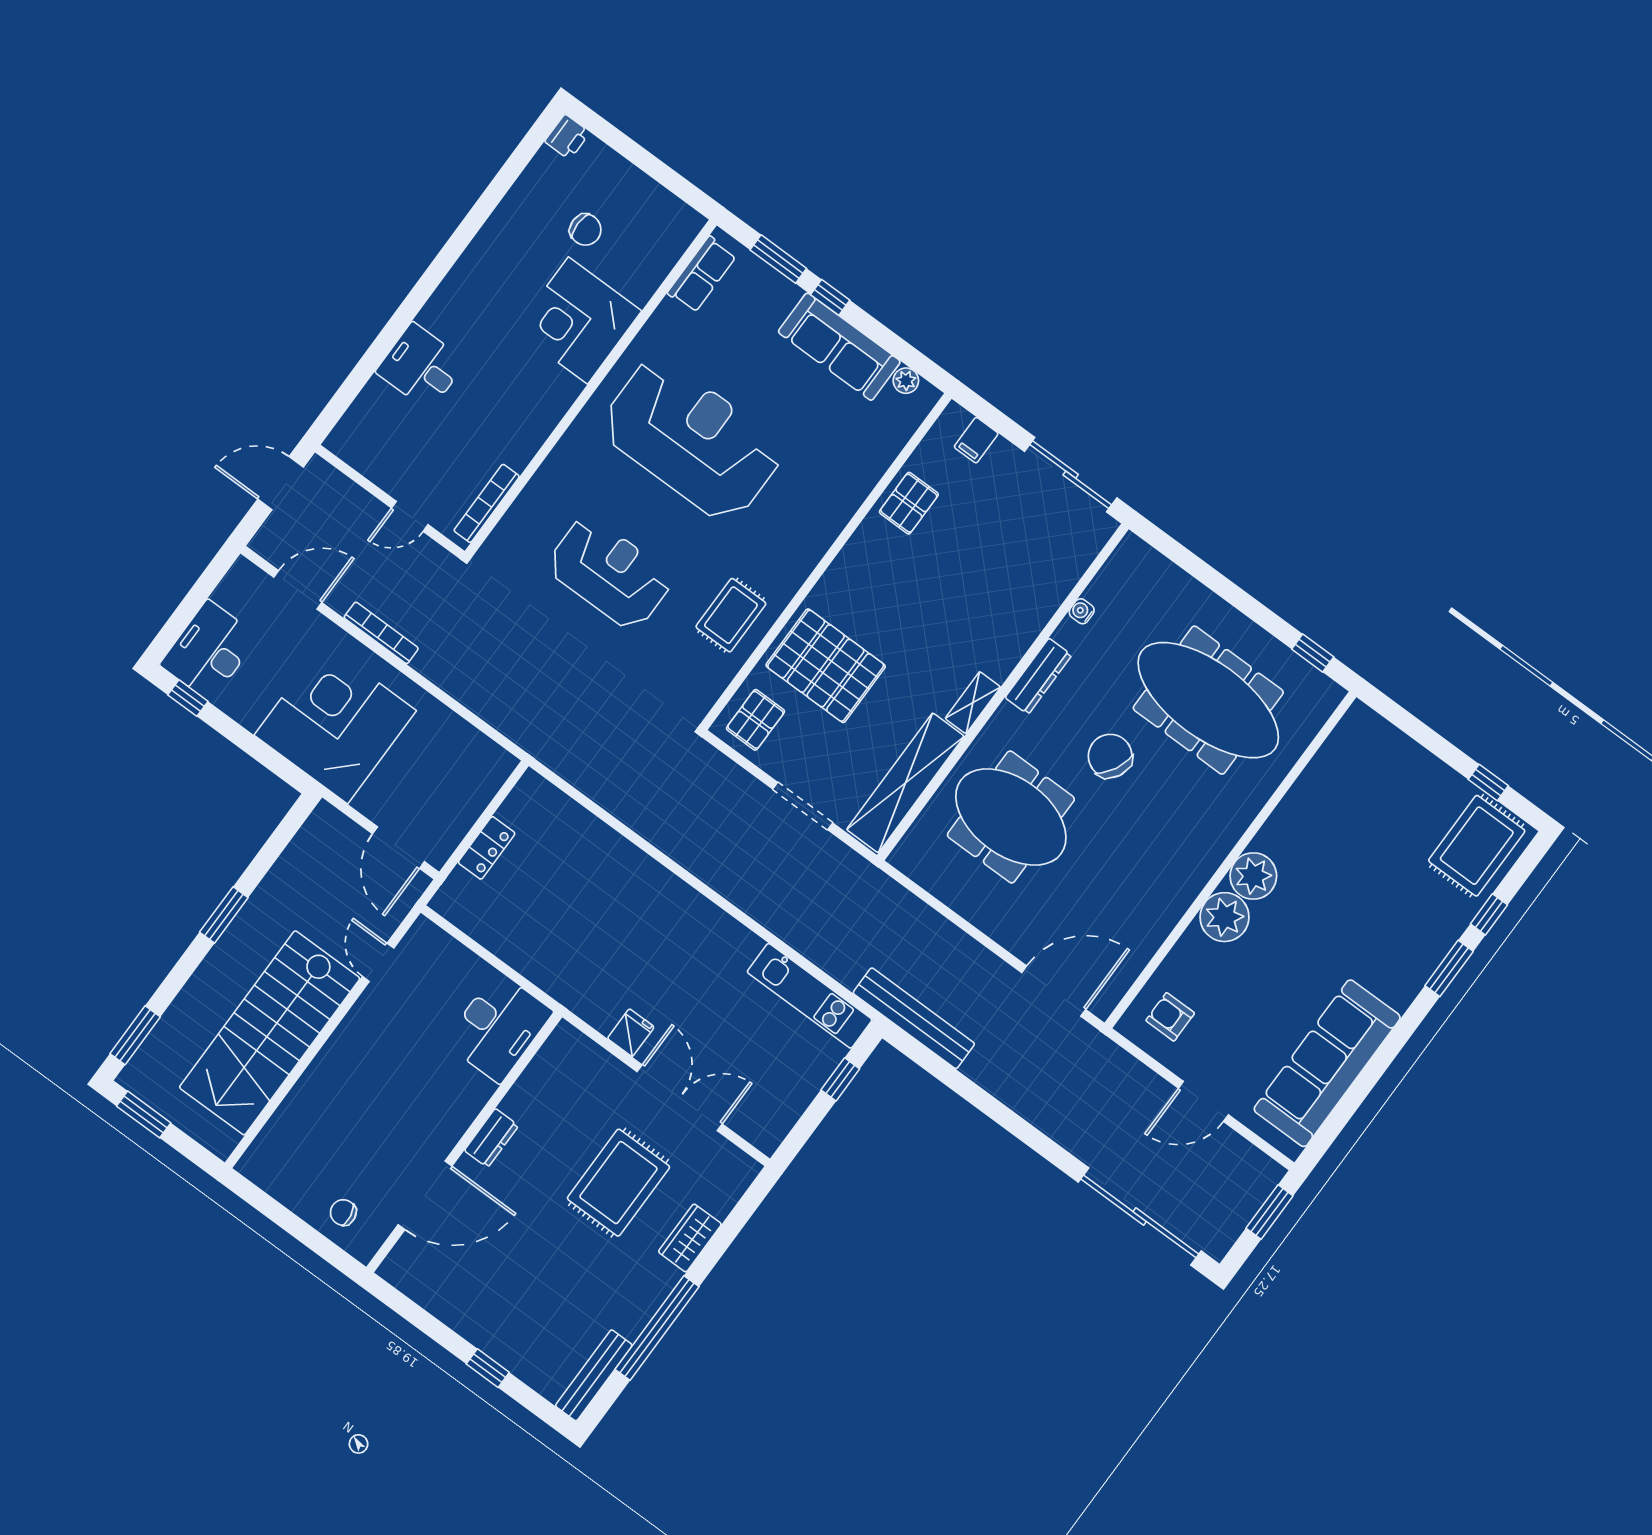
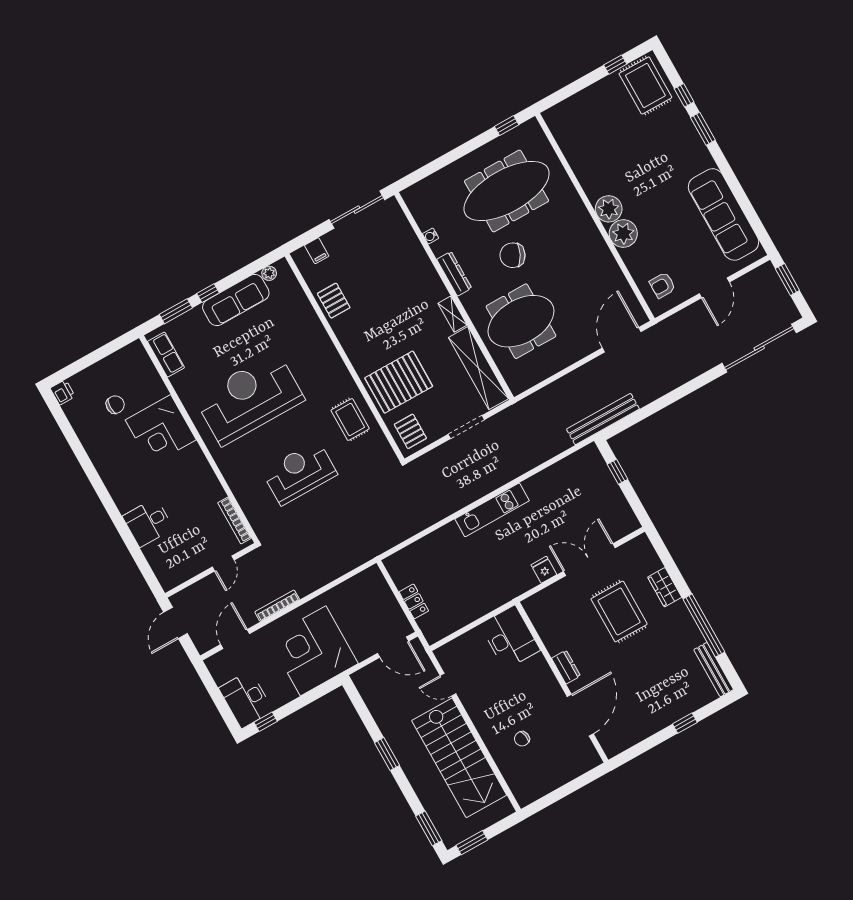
kitchen unit: (810, 996) -> (492, 510), moved
chair: (343, 1213) -> (522, 739), moved

